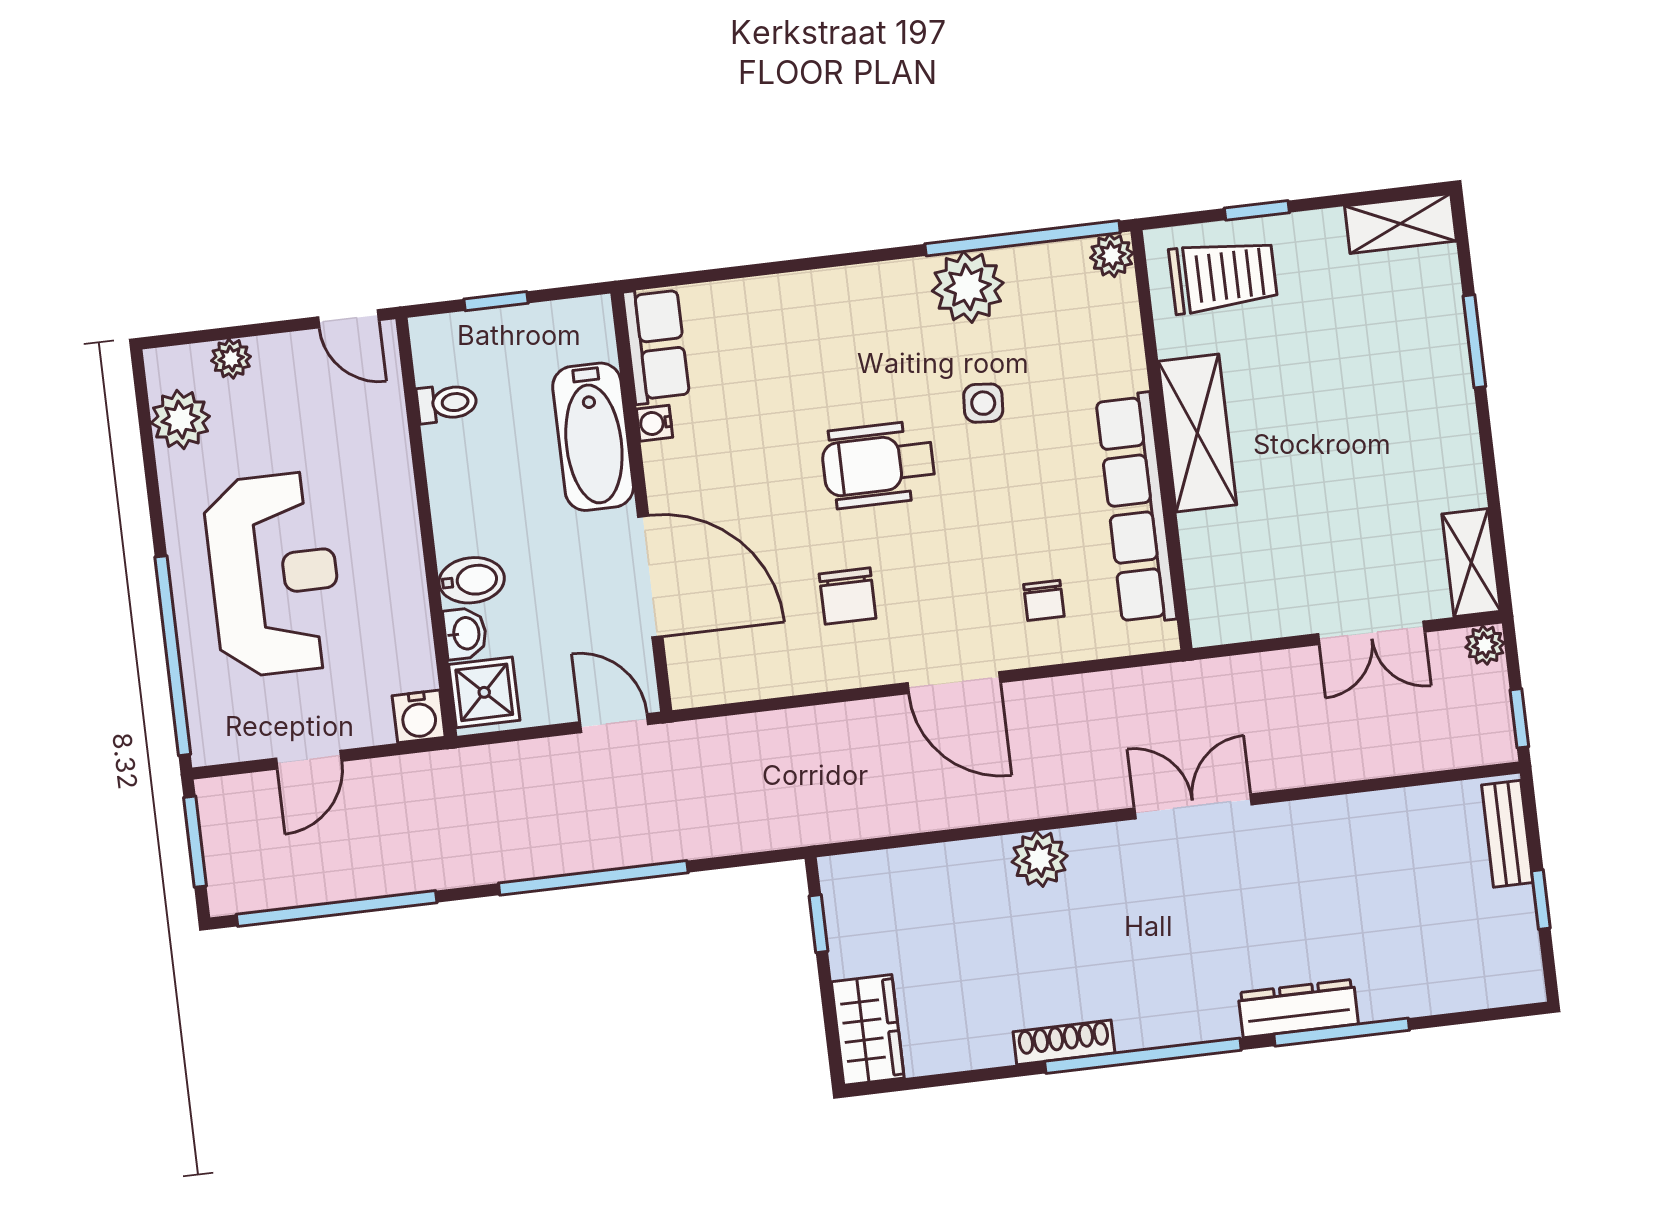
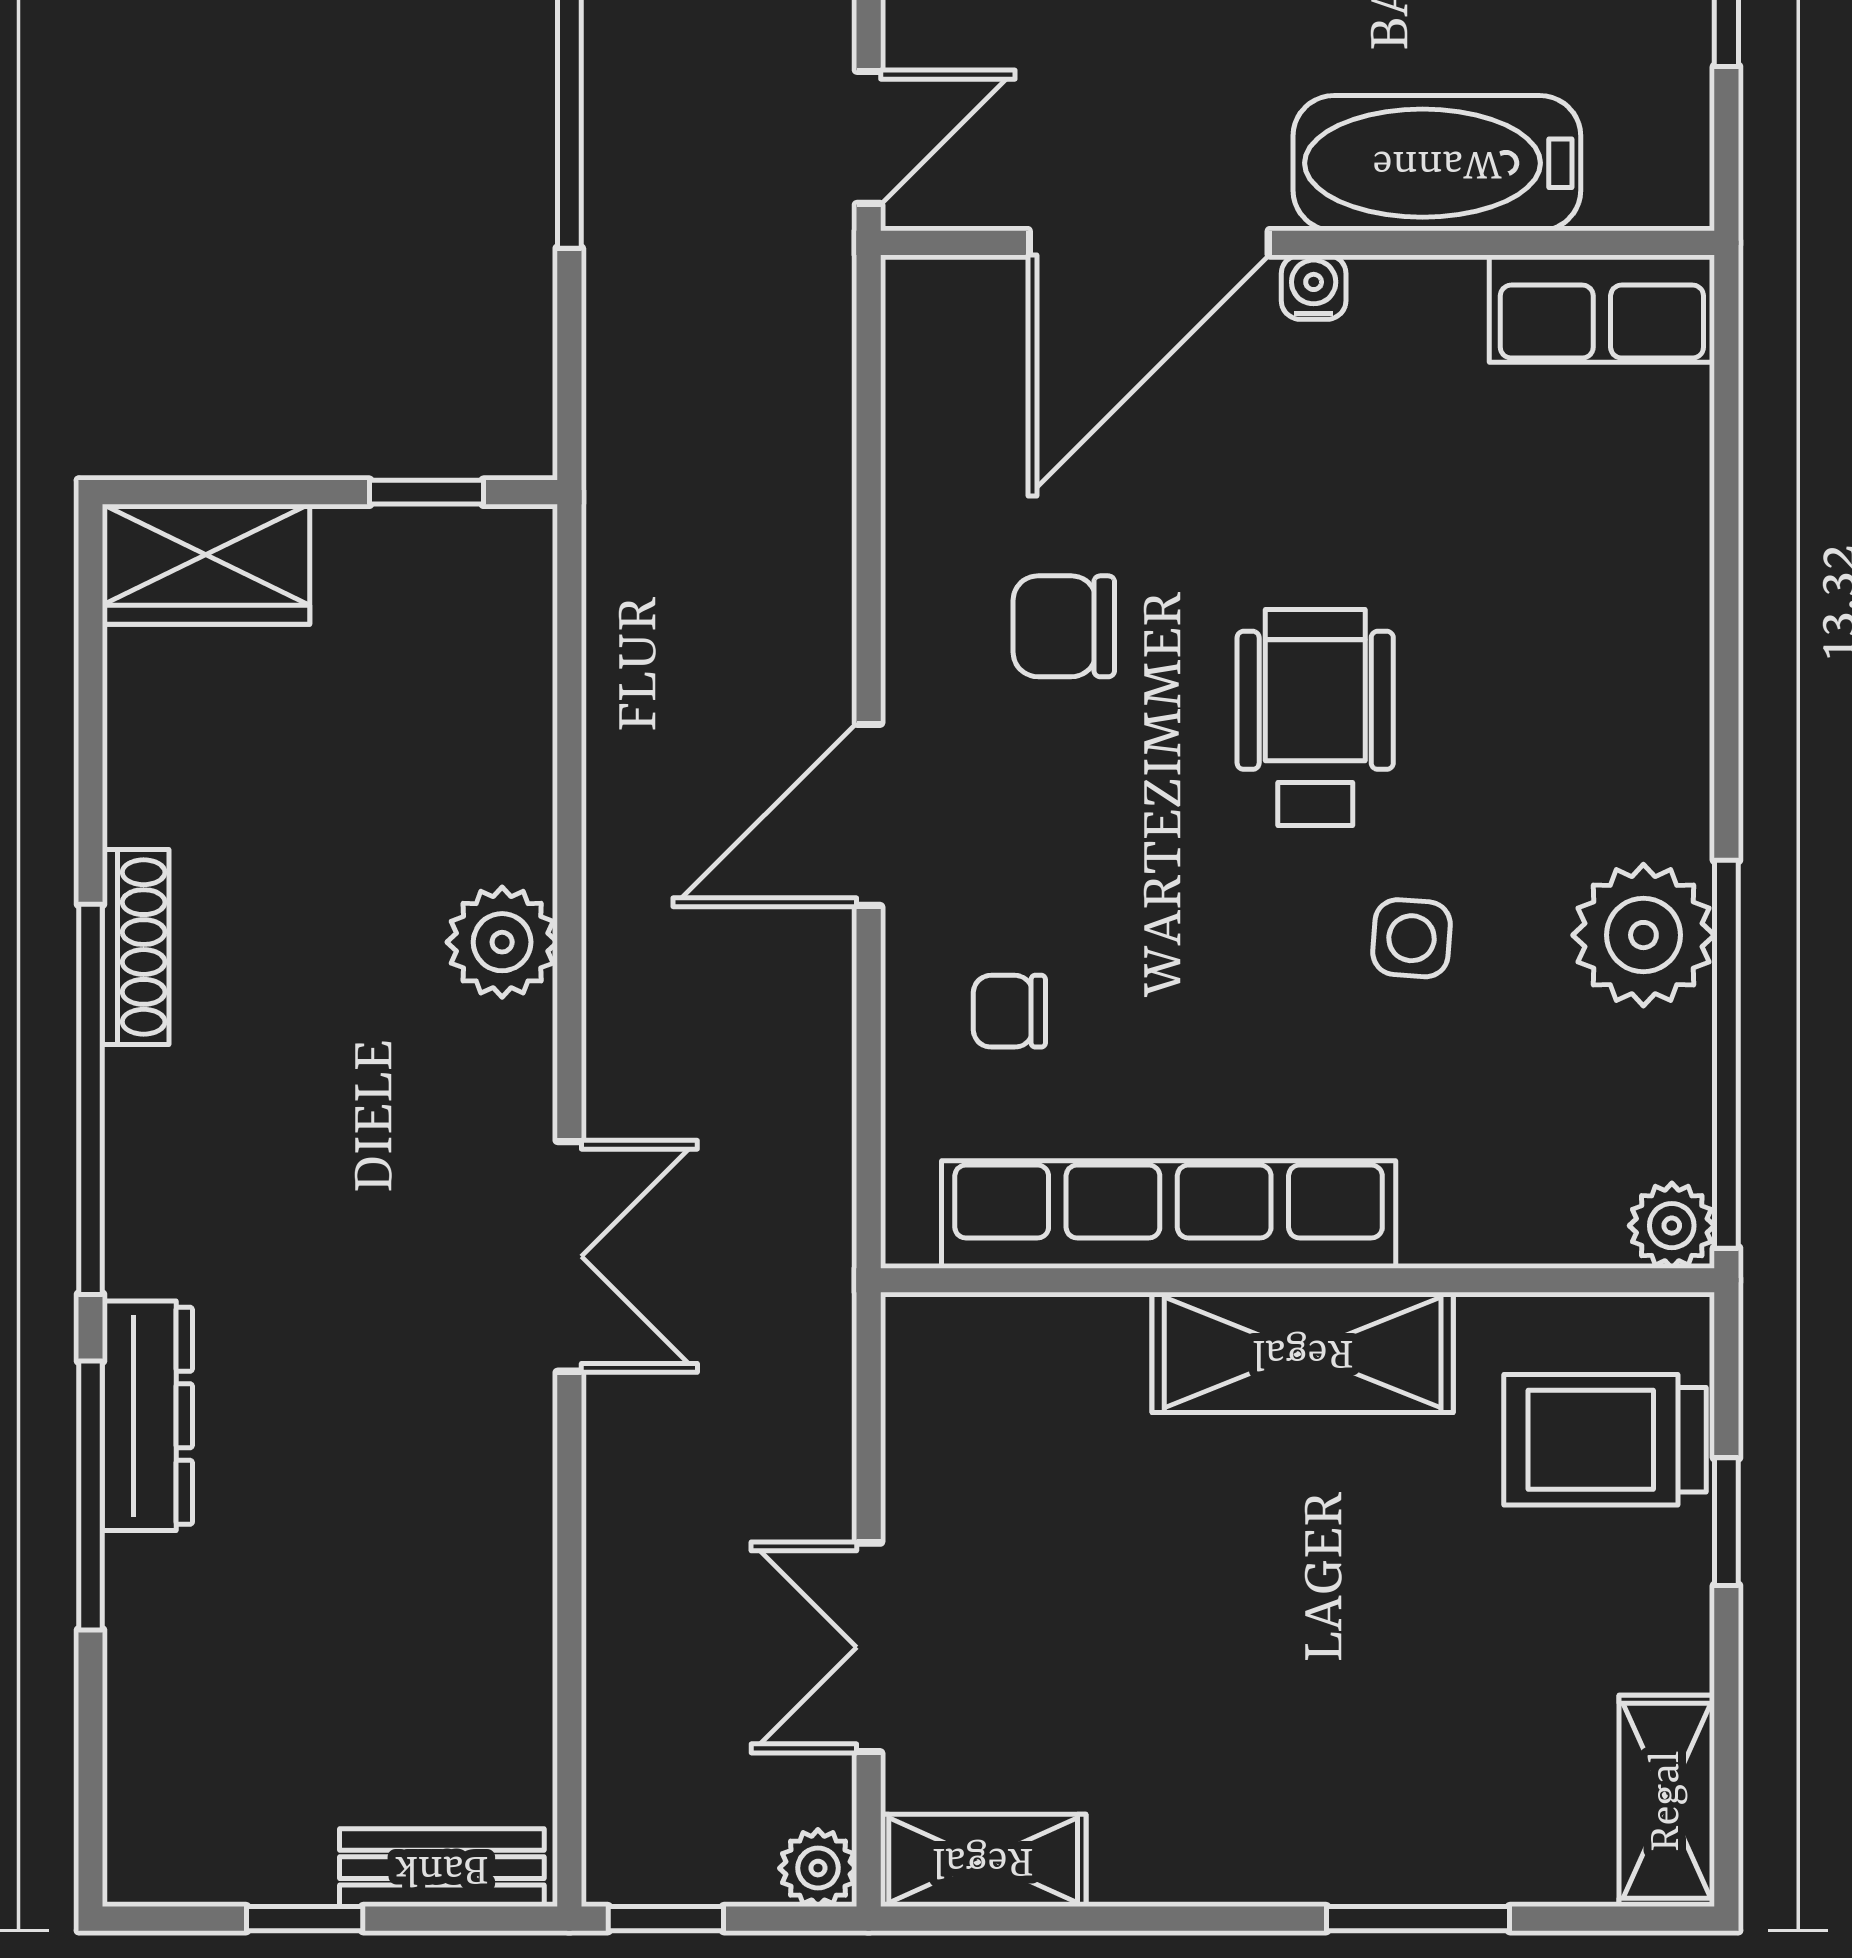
trolley: (1223, 276) -> (1605, 1440), turned 90
water cooler: (655, 423) -> (1314, 287), moved

